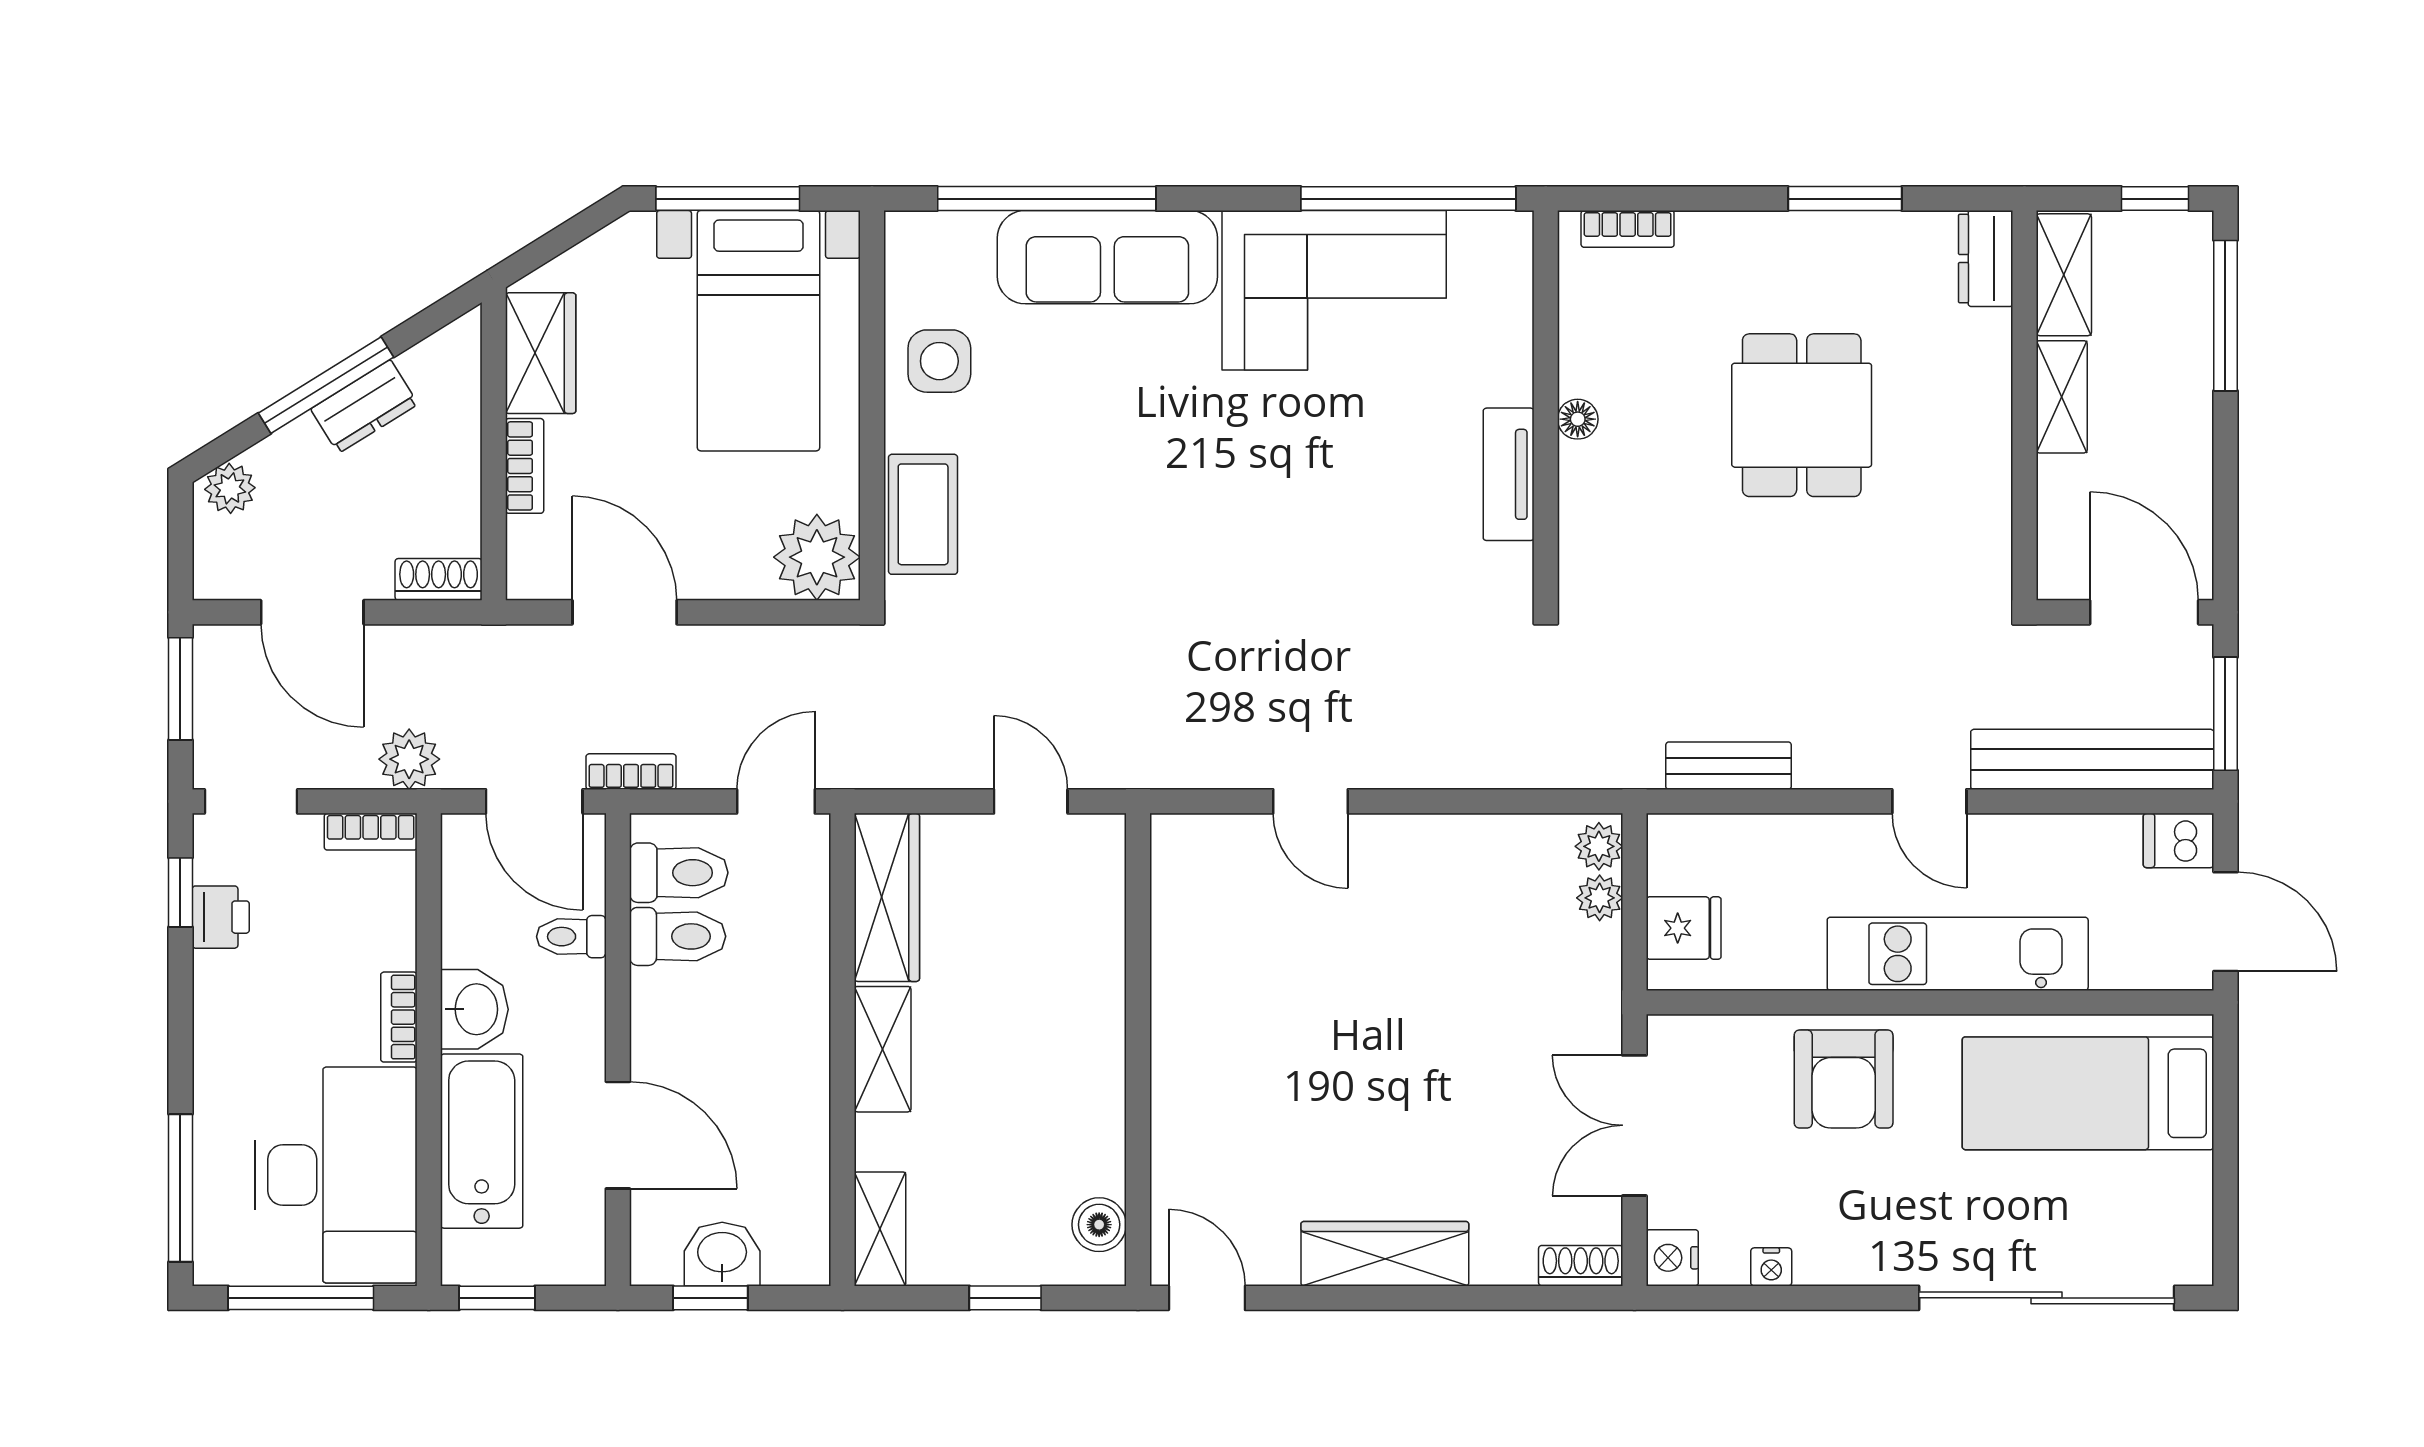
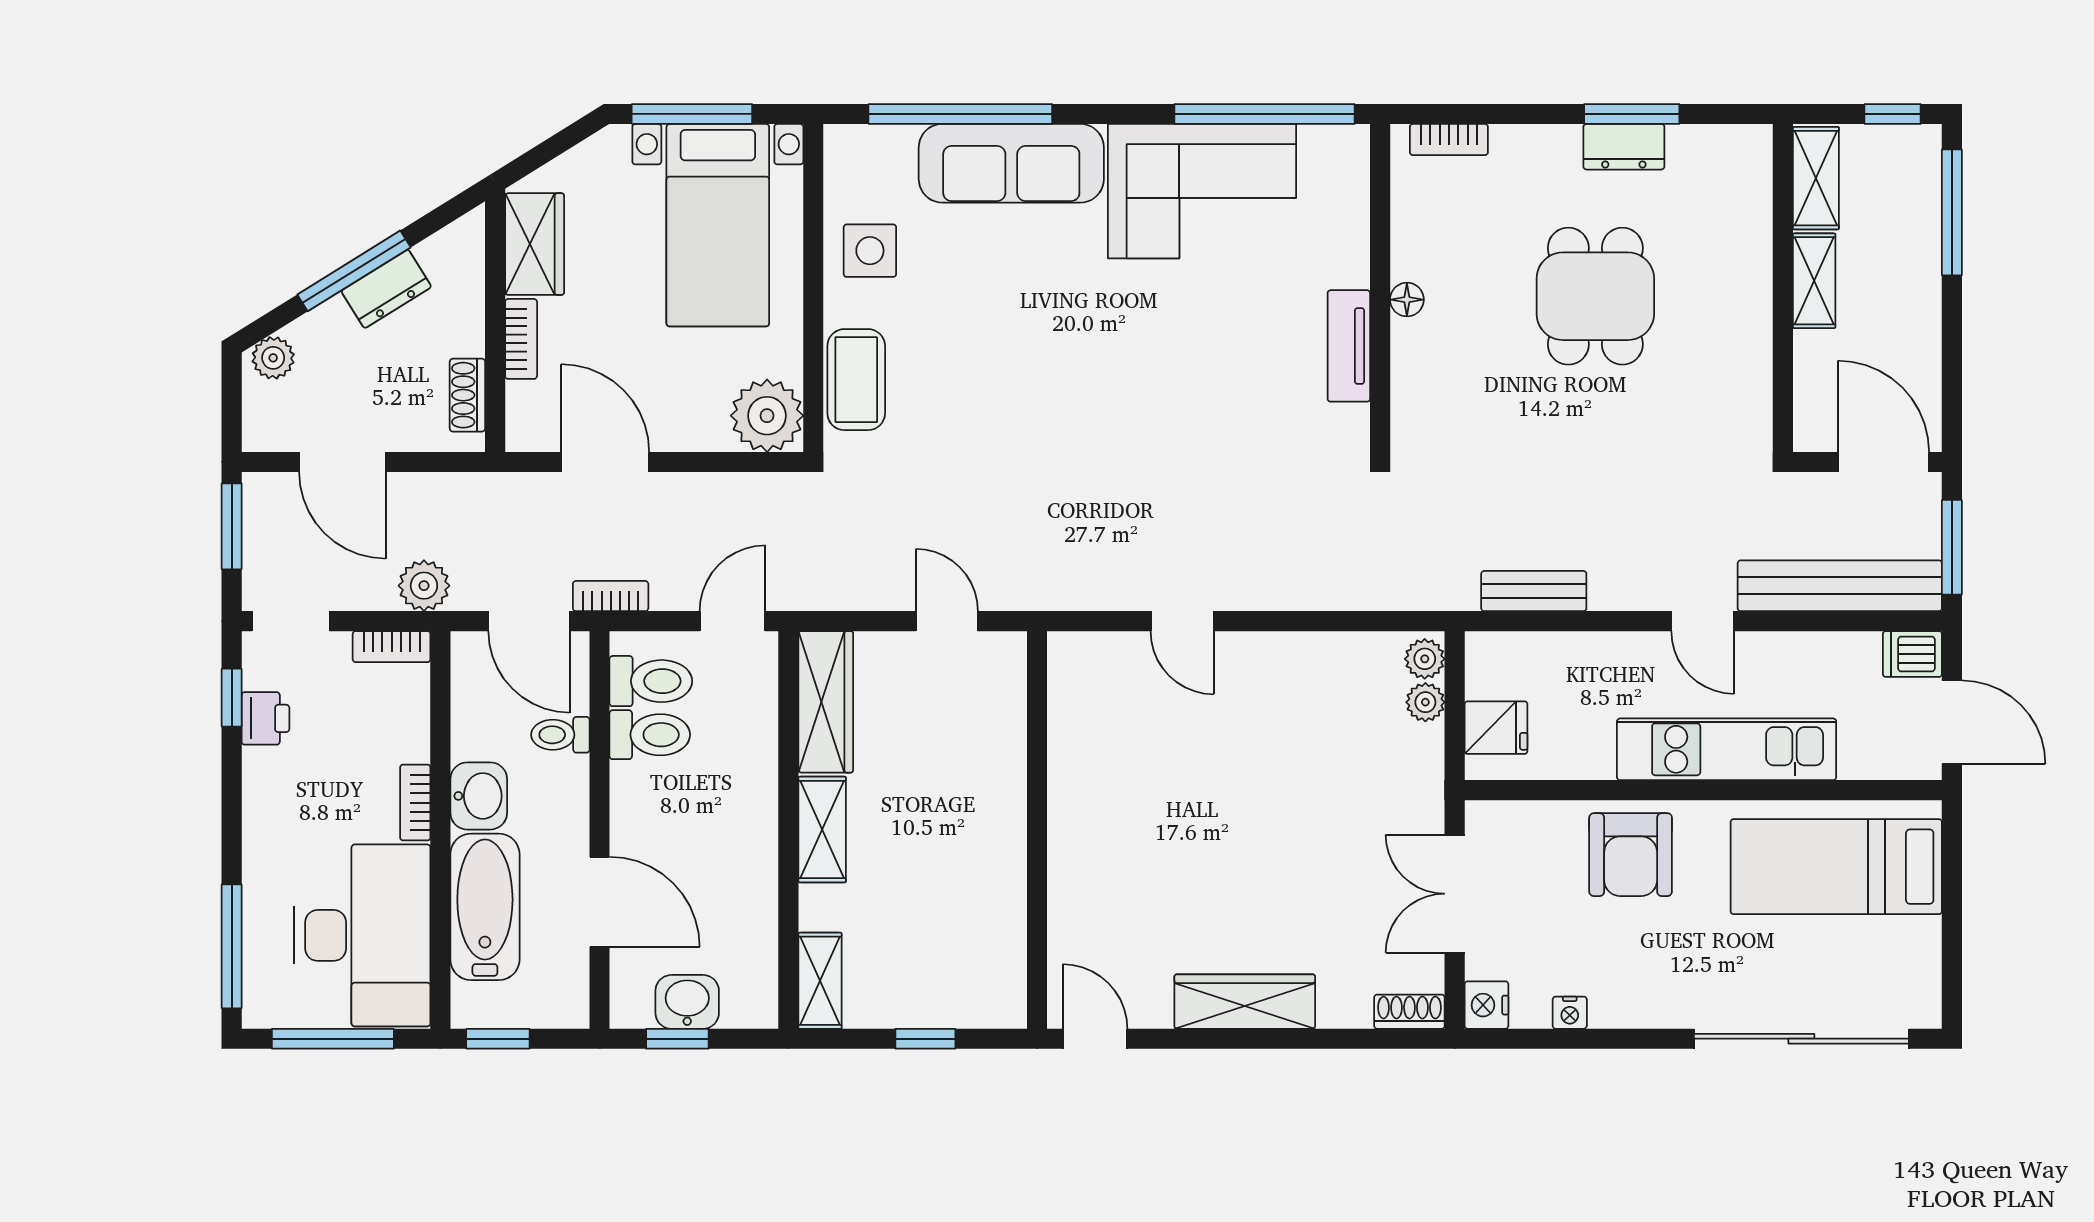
dresser: (1986, 259) -> (1624, 147), moved, turned -90
shoe rack: (439, 579) -> (467, 395), moved, turned -90
boiler: (1099, 1225) -> (1004, 977), removed

